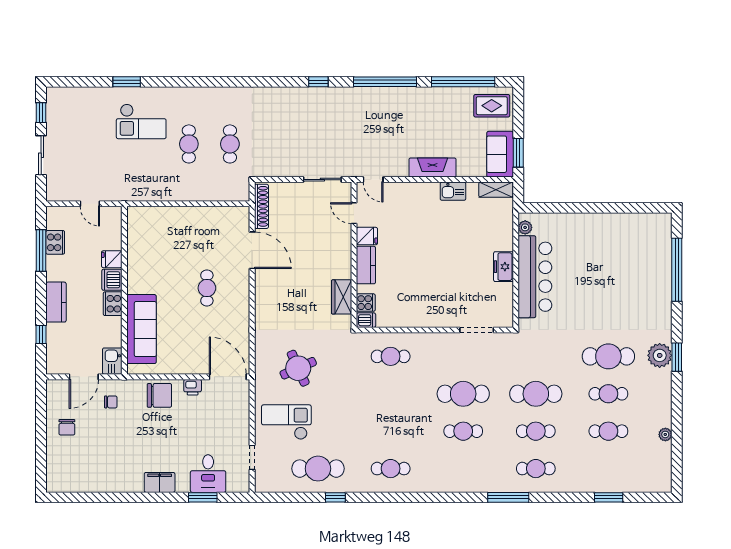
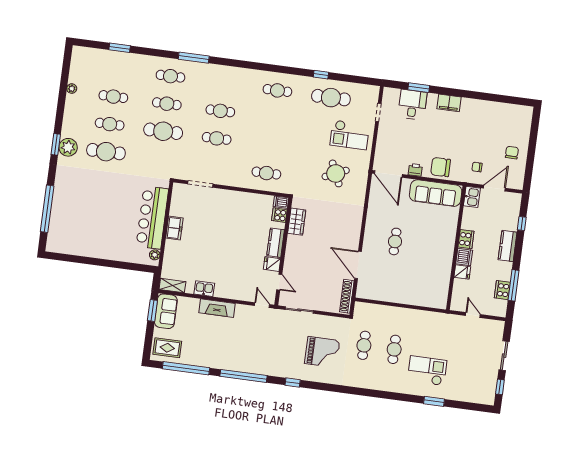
grand piano: (284, 128) -> (322, 352), added
sofa: (141, 329) -> (436, 193), moved, turned -90
cafe table: (463, 394) -> (217, 138), width x0.73, depth x0.74

